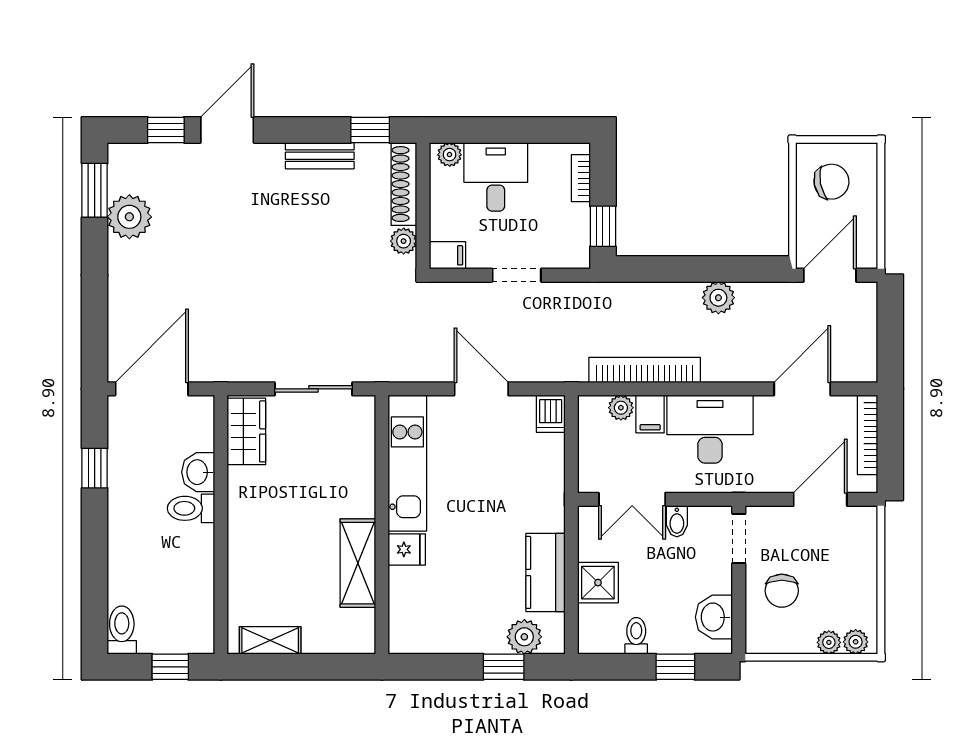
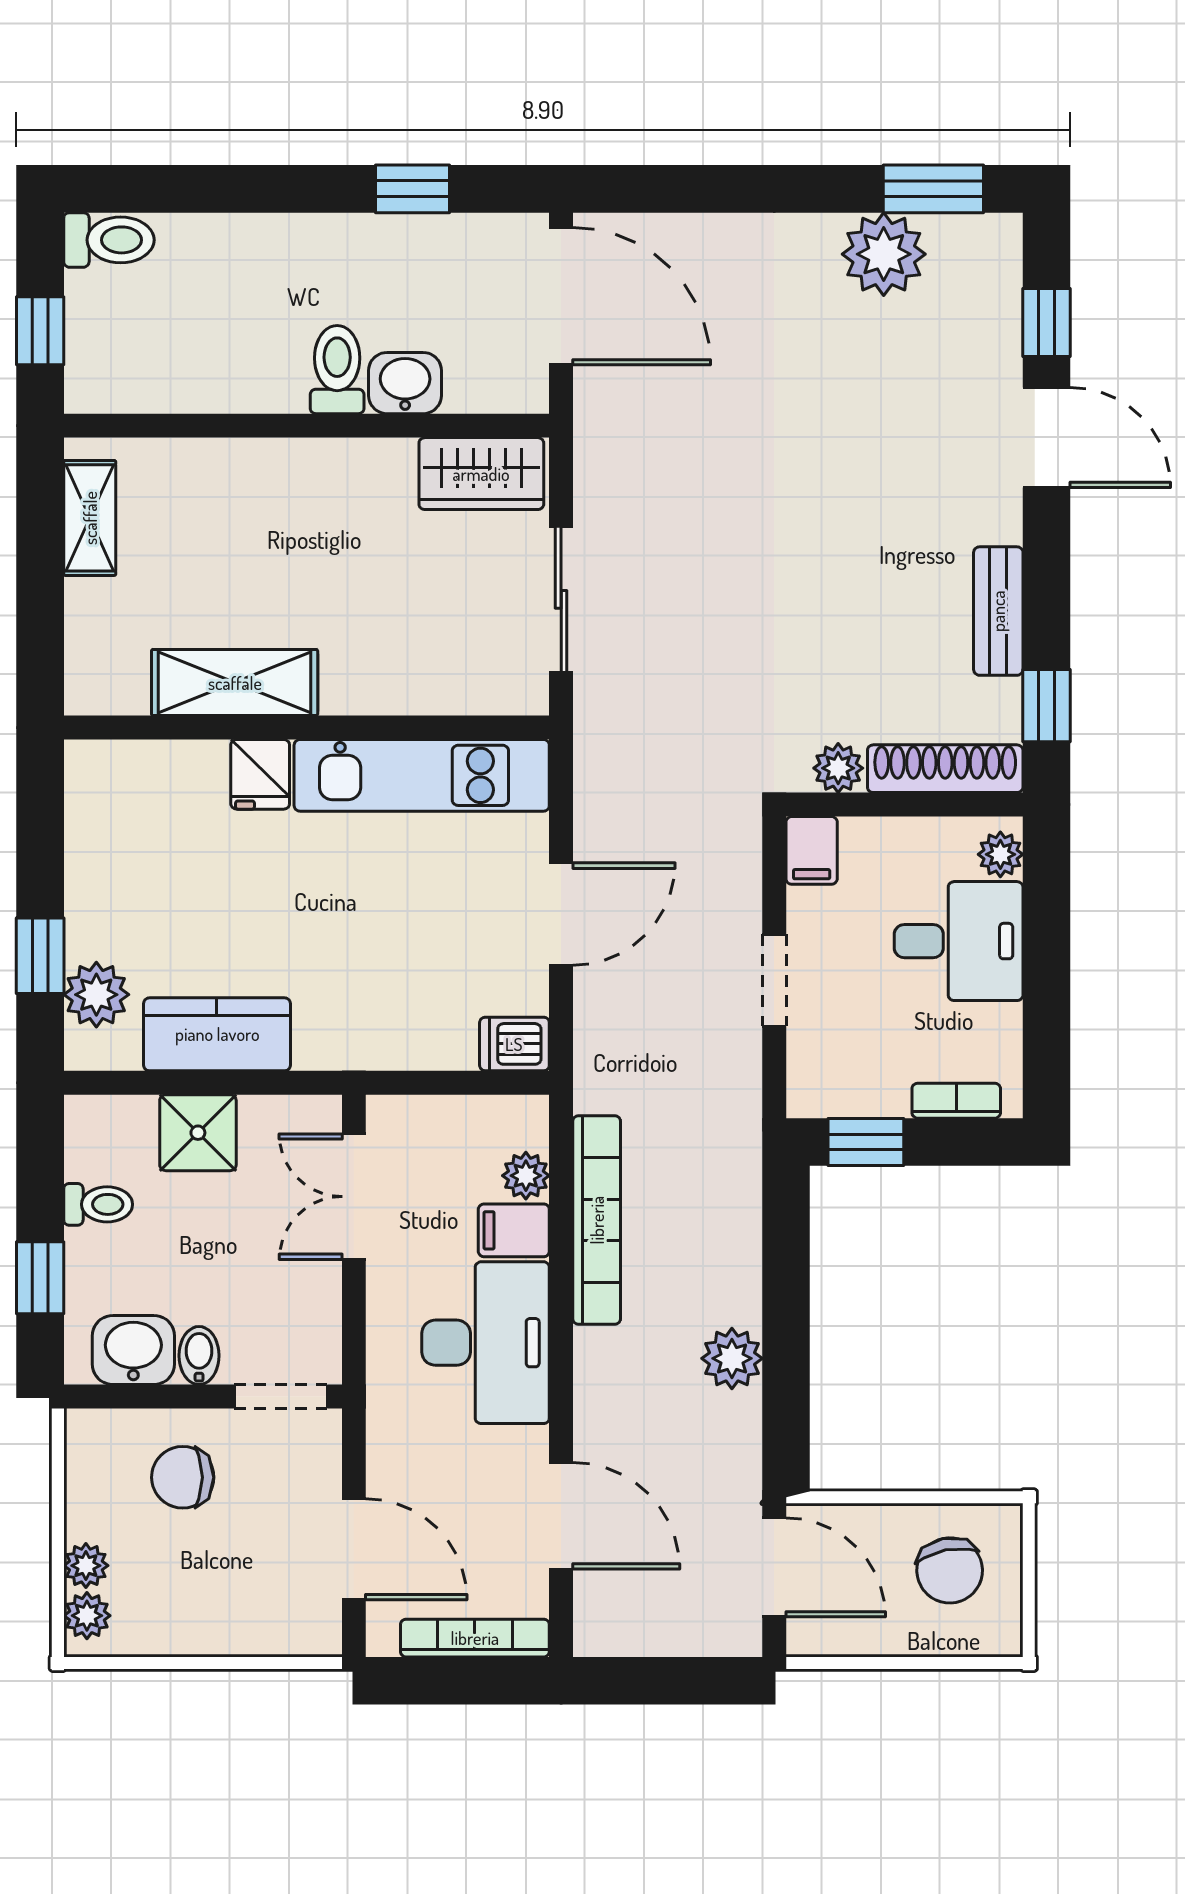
bidet: (677, 521) -> (199, 1356), moved, turned 90

